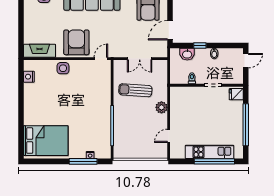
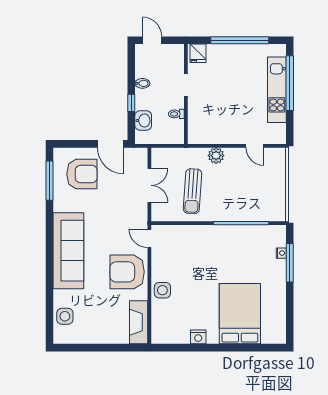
nightstand: (29, 77) -> (198, 337), moved
bed: (46, 141) -> (240, 314), moved

